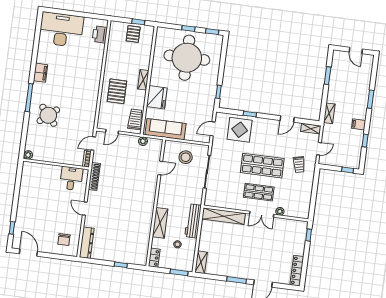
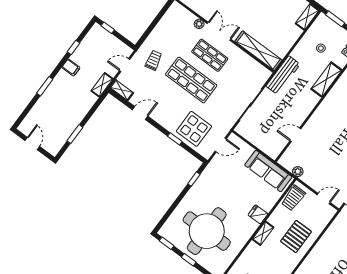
fridge: (157, 97) -> (258, 214), width x0.53, depth x0.75
shelving: (329, 113) -> (102, 85), moved
stool: (186, 157) -> (264, 131), removed
workbench: (193, 221) -> (283, 75), moved

